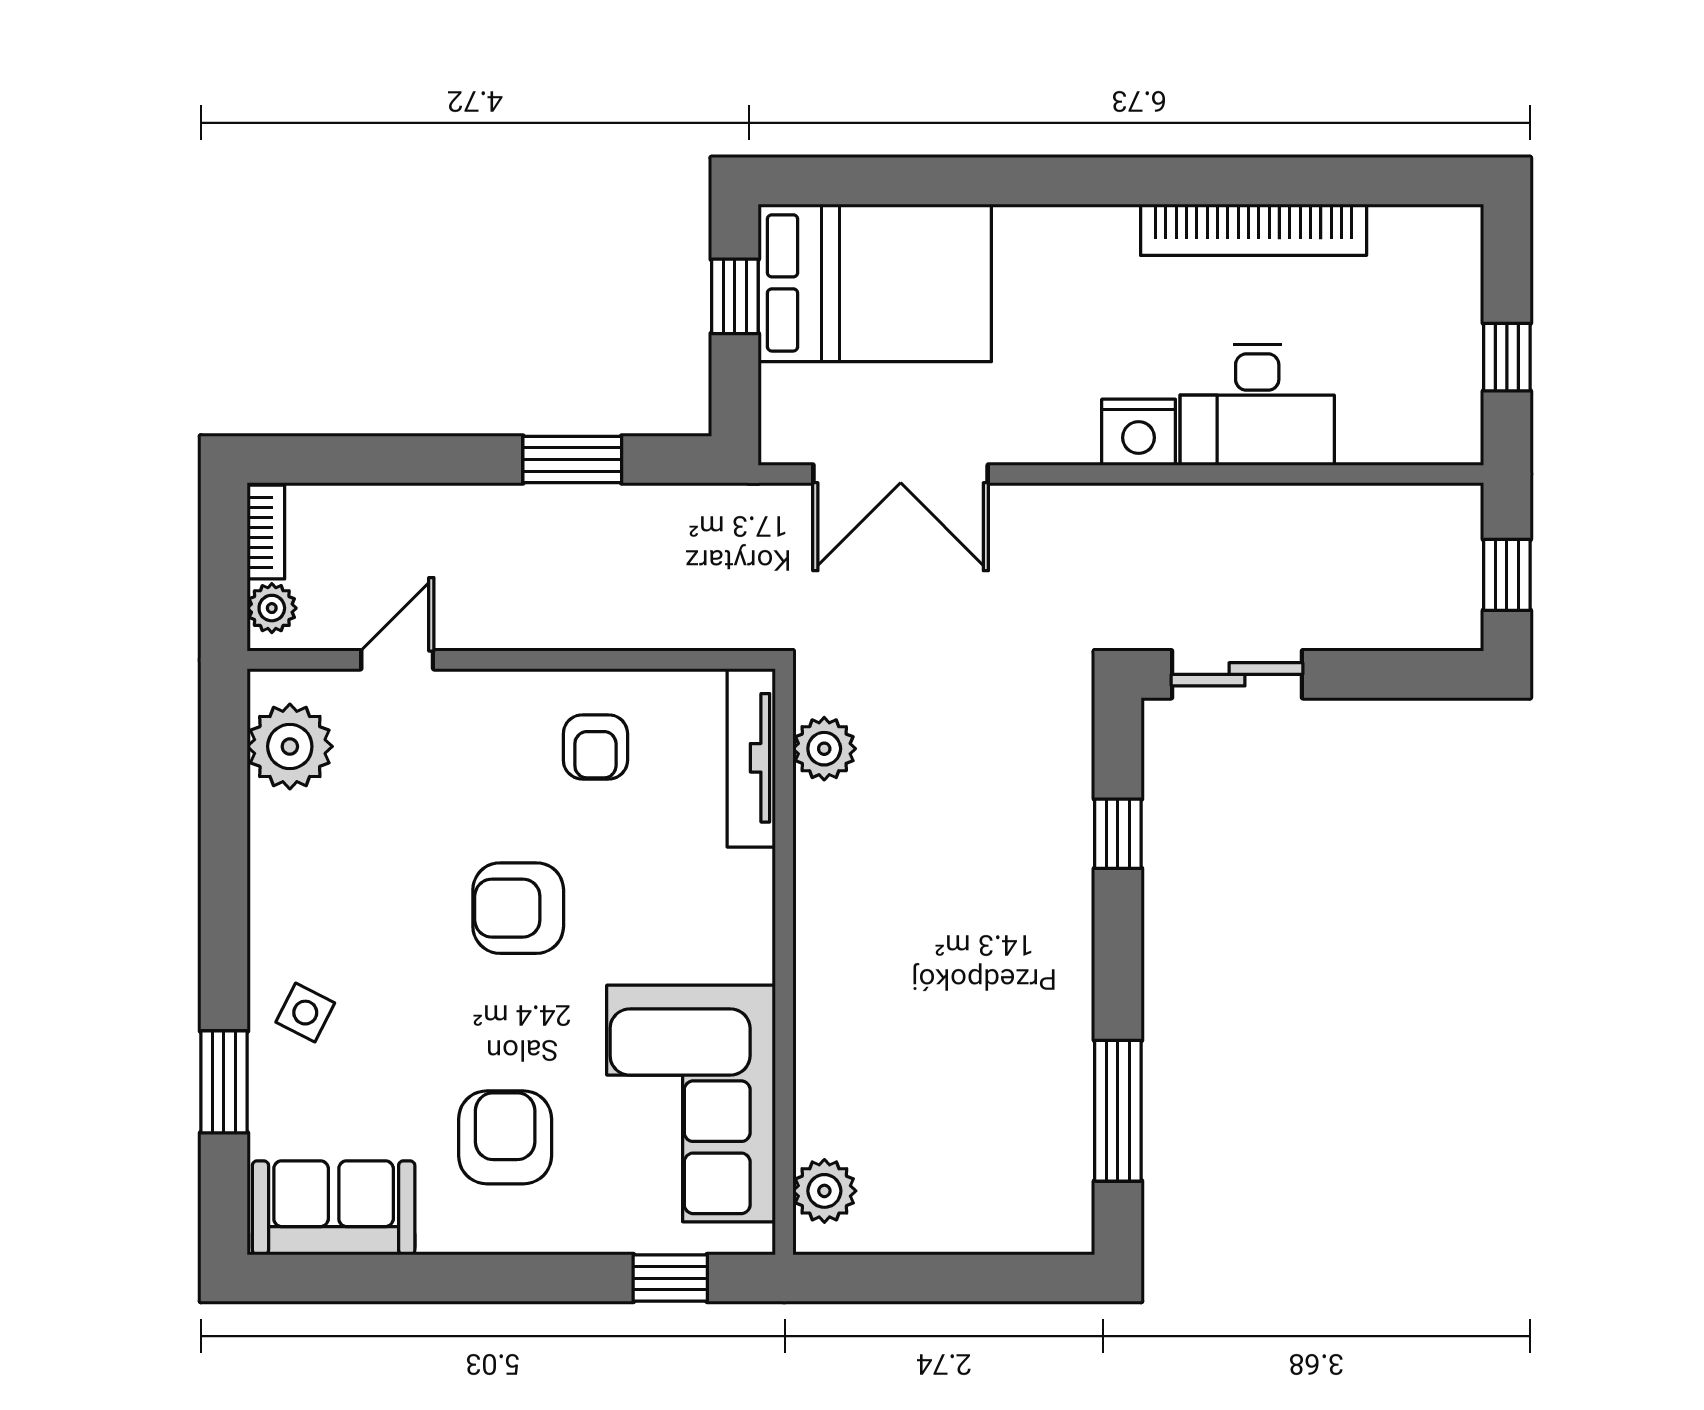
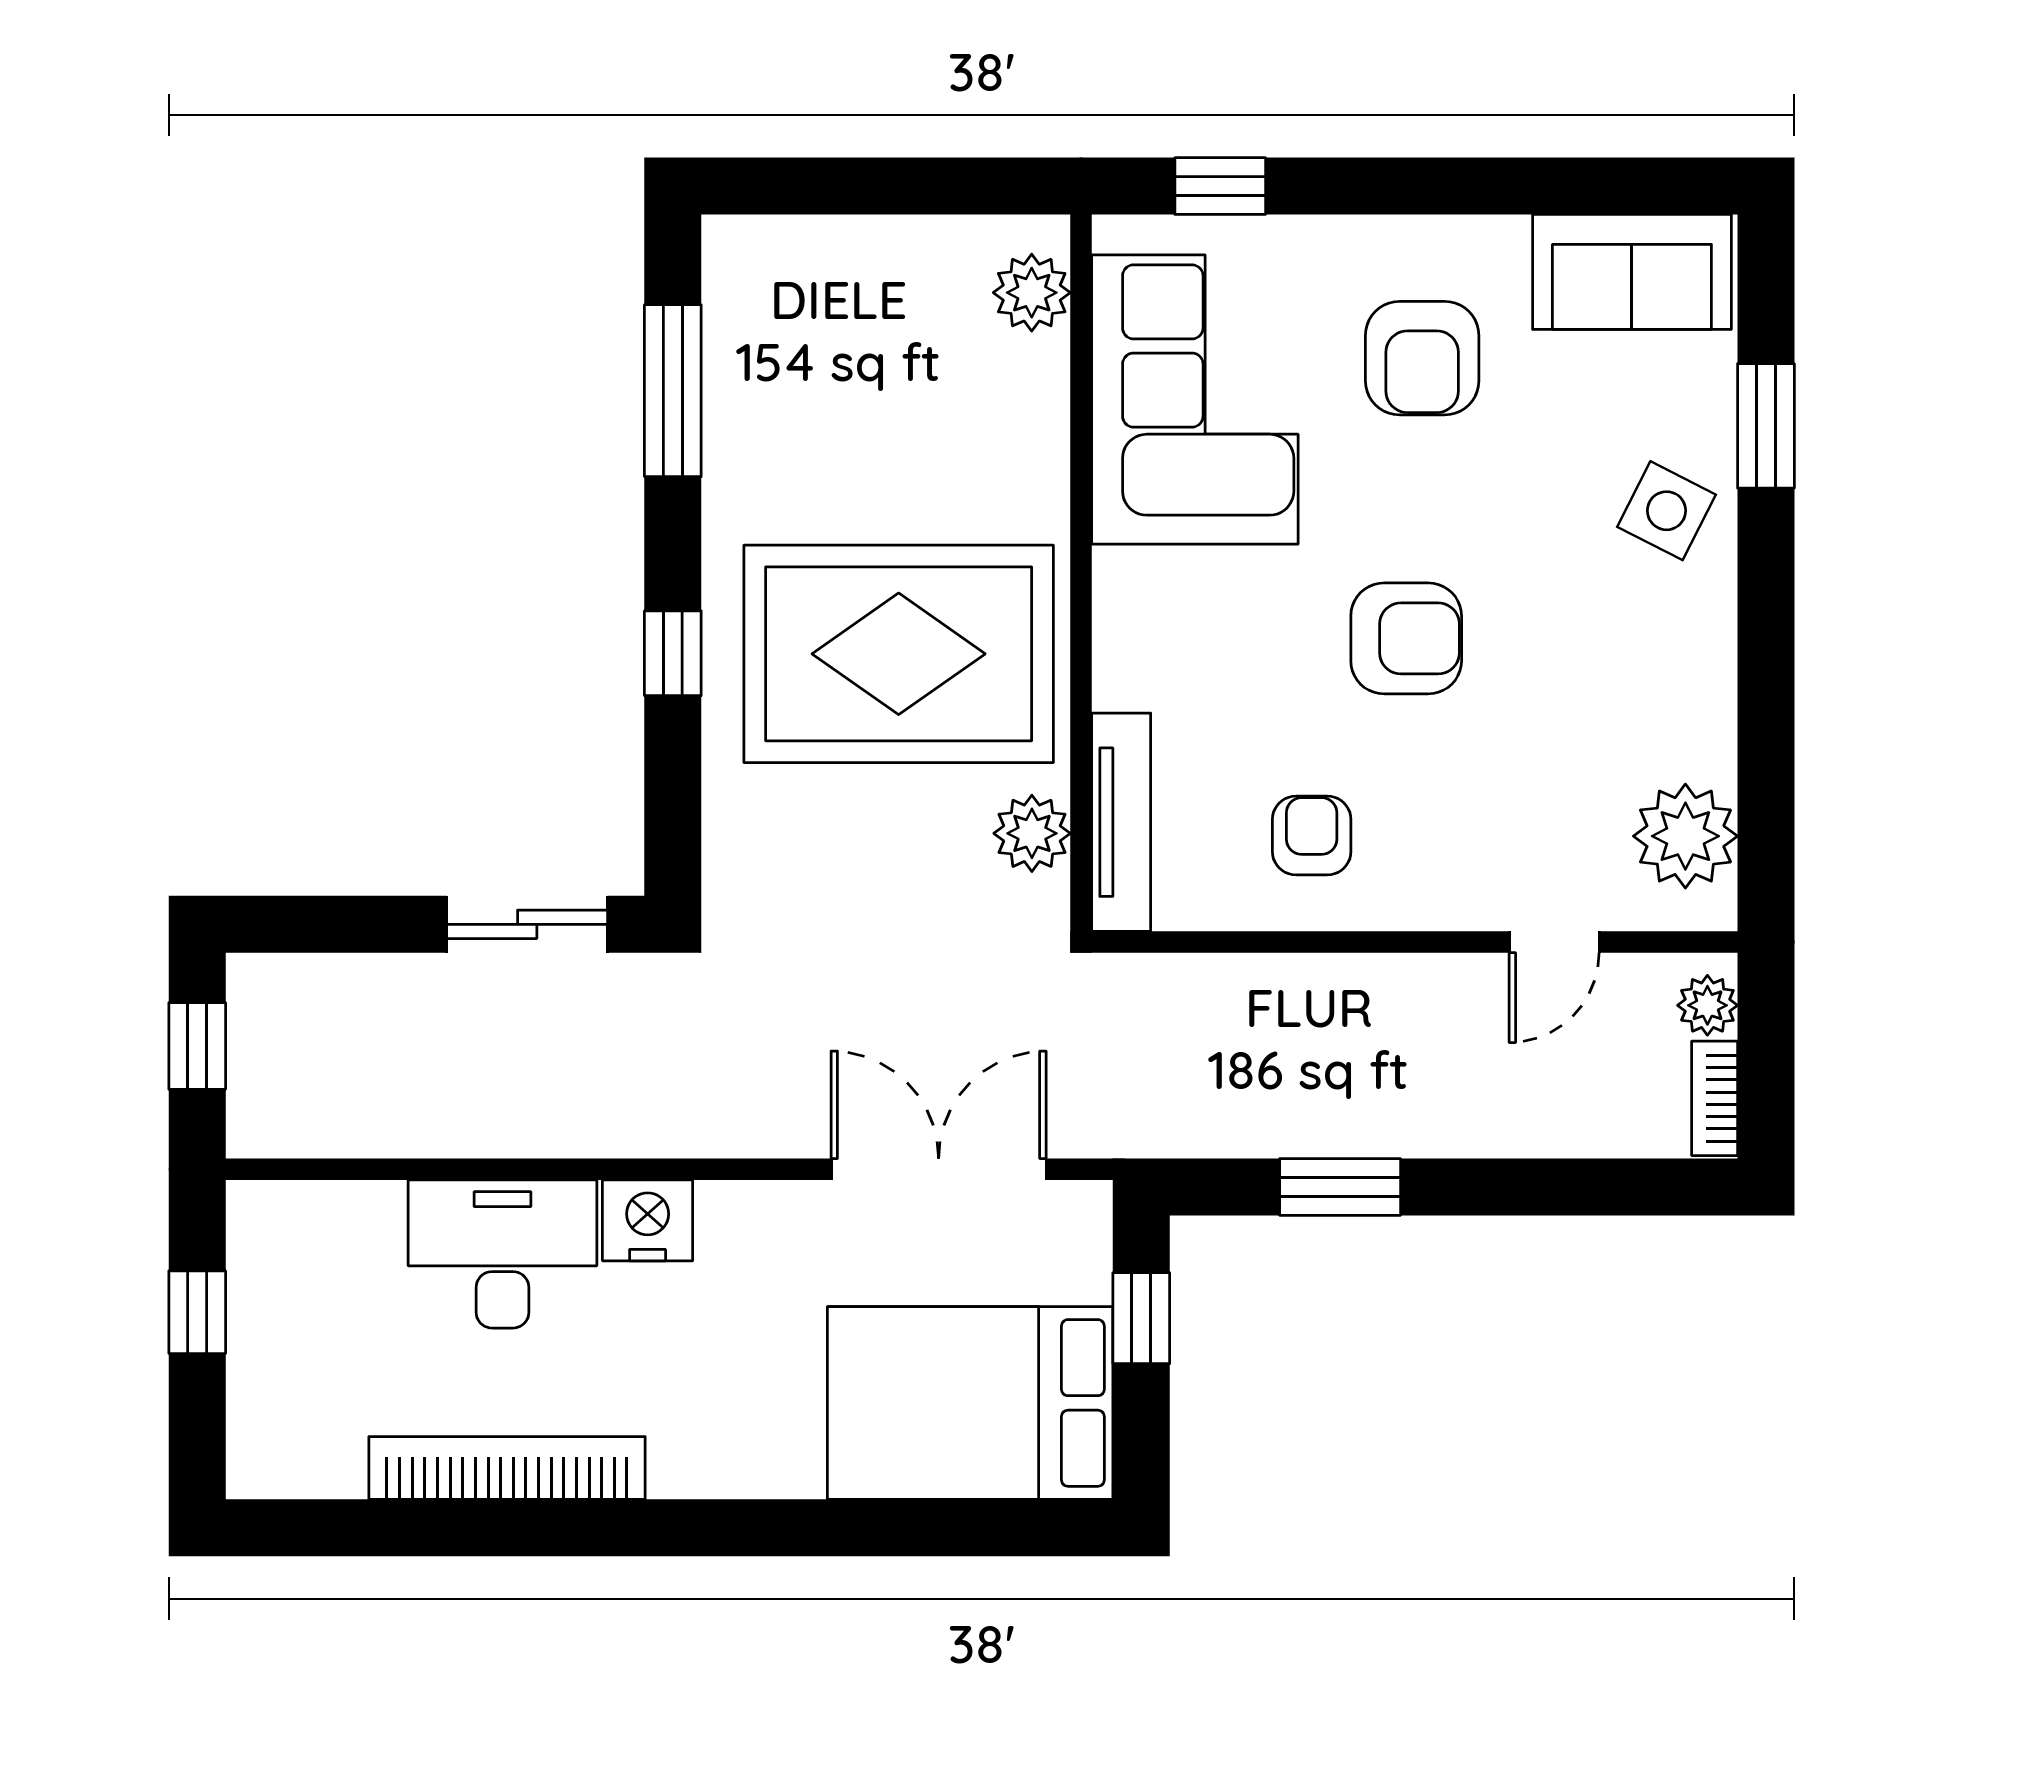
window: (735, 296) -> (1141, 1318), moved
window: (1118, 834) -> (673, 653), moved
rug: (933, 895) -> (899, 654), added
side table: (305, 1013) -> (1667, 511), width x1.37, depth x1.37

